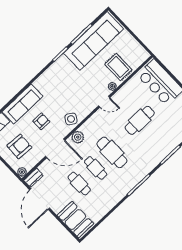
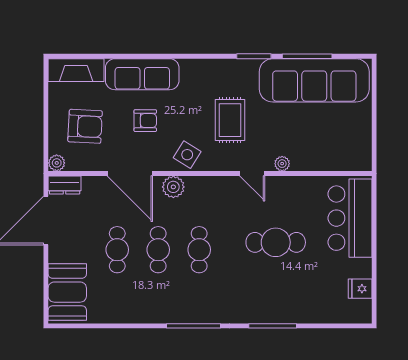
rug: (118, 67) -> (230, 120), moved
cafe table: (112, 152) -> (199, 250), width x0.73, depth x0.74

